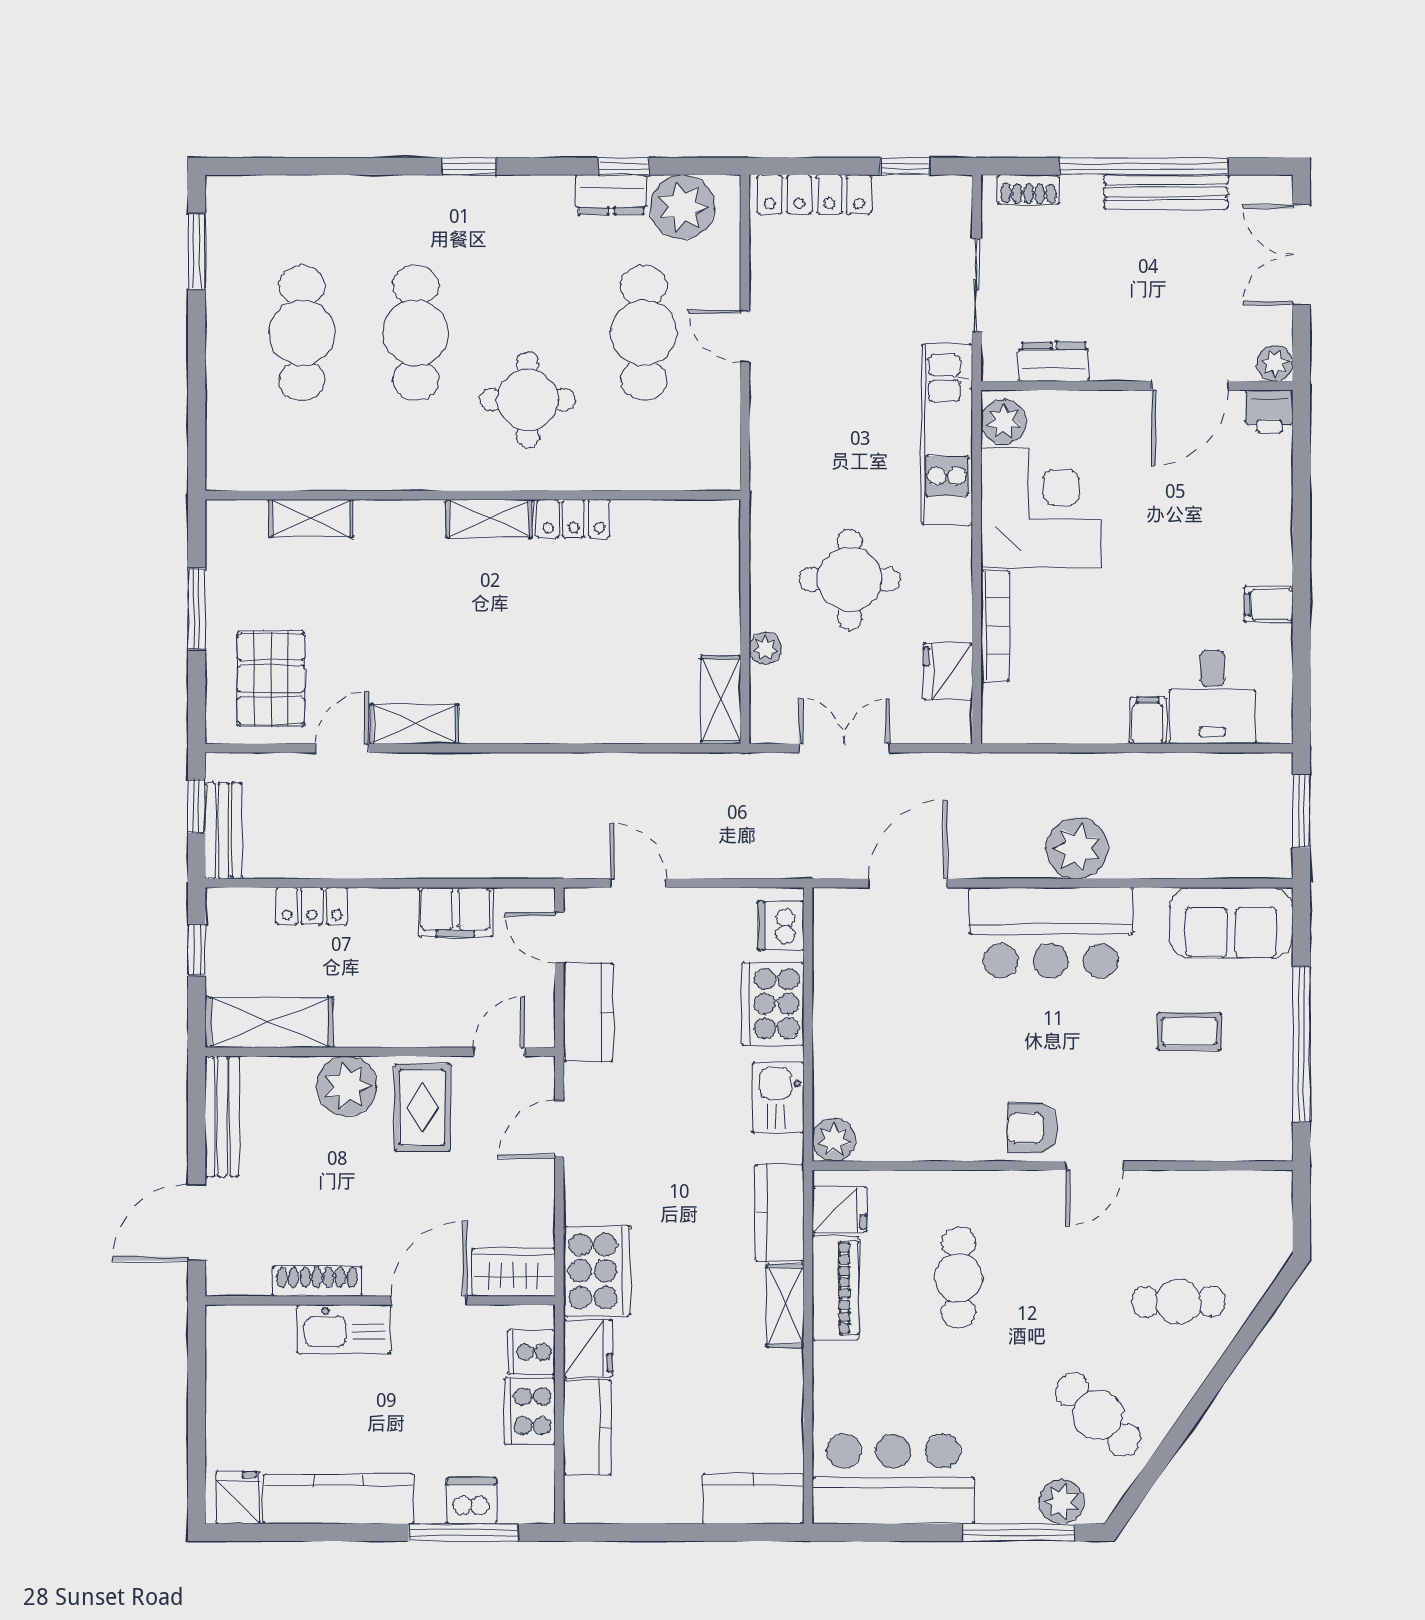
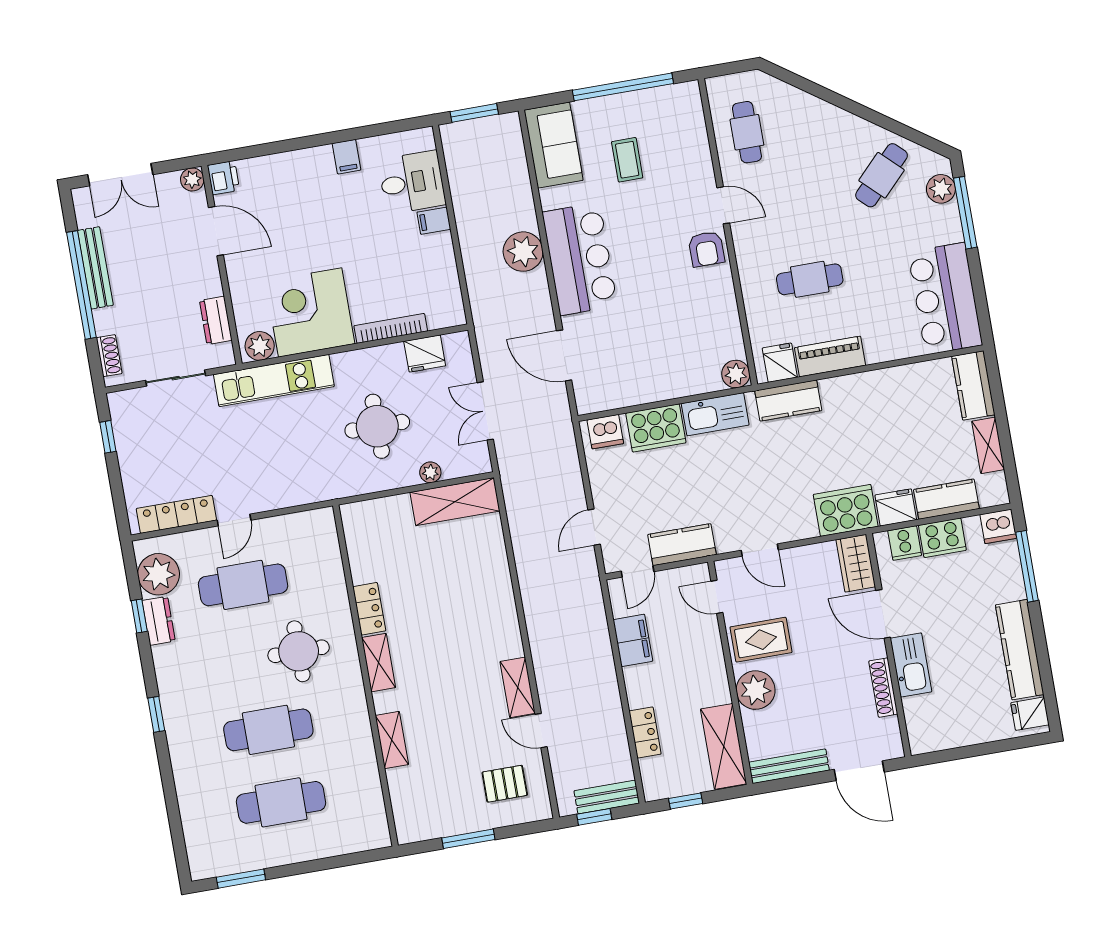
locker: (814, 194) -> (176, 514), moved, turned -90
shelving: (311, 518) -> (392, 740), moved
pallet: (271, 679) -> (505, 784), width x0.67, depth x0.71
shelving: (721, 700) -> (455, 502), width x1.50, depth x1.33
kitchen sink: (778, 1098) -> (715, 414), width x1.38
cafe table: (1178, 1302) -> (747, 132), moved
shelving: (785, 1306) -> (988, 445), moved, turned 90
dishwasher: (471, 1501) -> (998, 526), moved, turned -90

